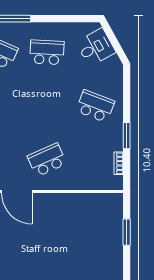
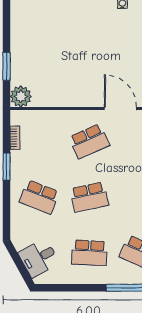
school desk: (47, 106) -> (89, 197), added
plant: (113, 203) -> (21, 96), added

